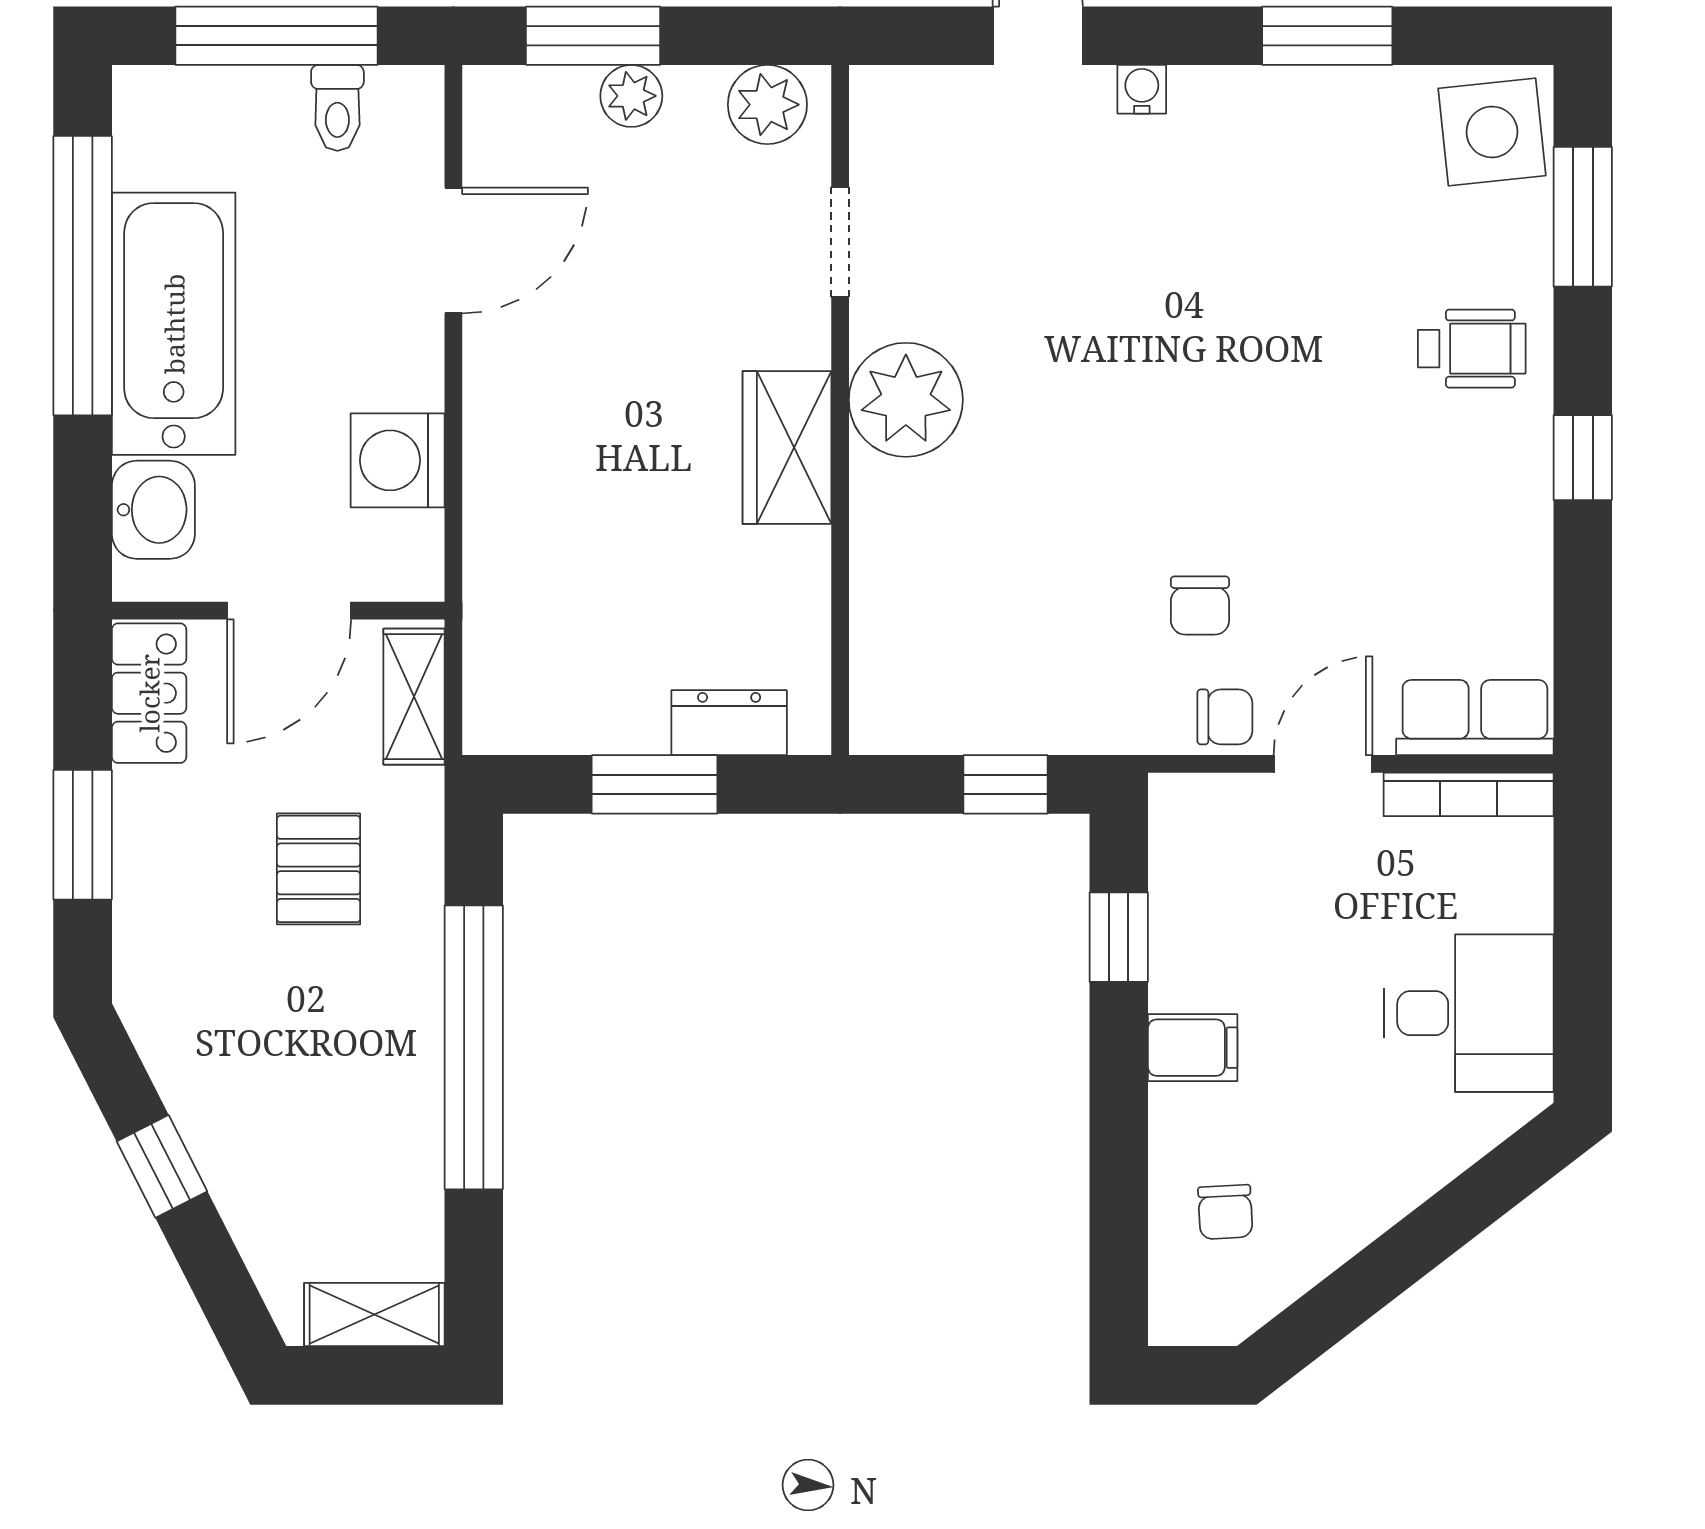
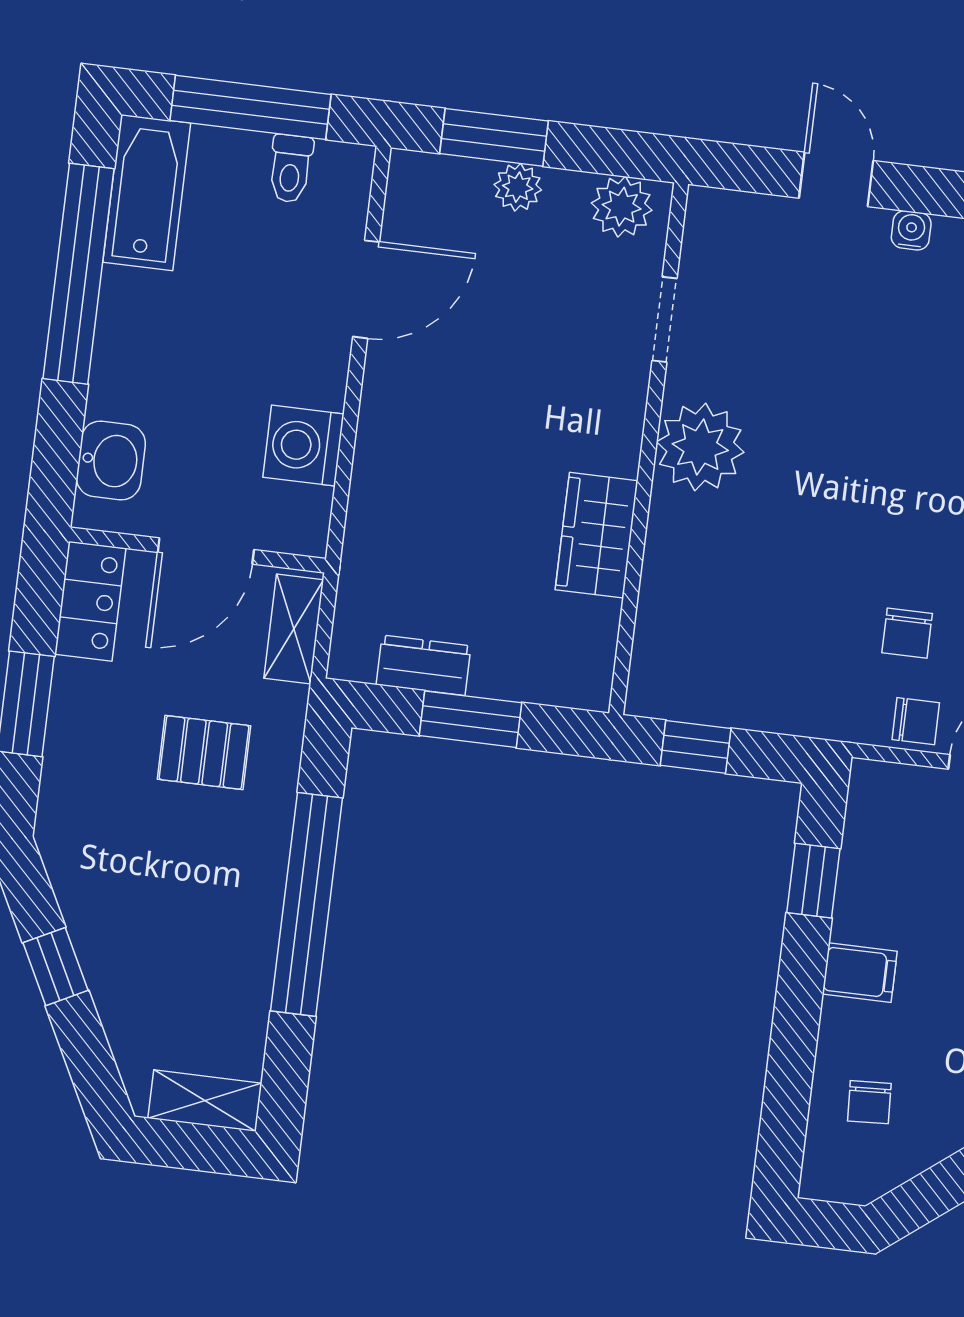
bathtub: (174, 324) -> (147, 193), moved, width x0.73, depth x0.73
wardrobe: (787, 447) -> (597, 535), moved
dresser: (729, 723) -> (424, 665), moved
window: (1006, 784) -> (696, 747), moved
pallet: (319, 869) -> (204, 752), turned 90

